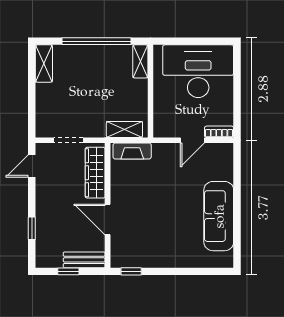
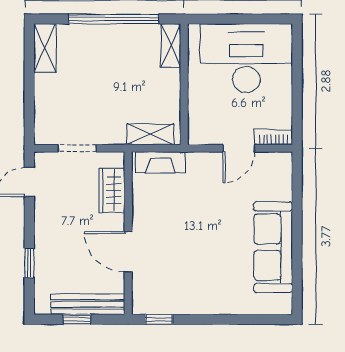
wardrobe: (95, 173) -> (112, 191), width x0.67
bench: (84, 260) -> (88, 304), width x1.36

